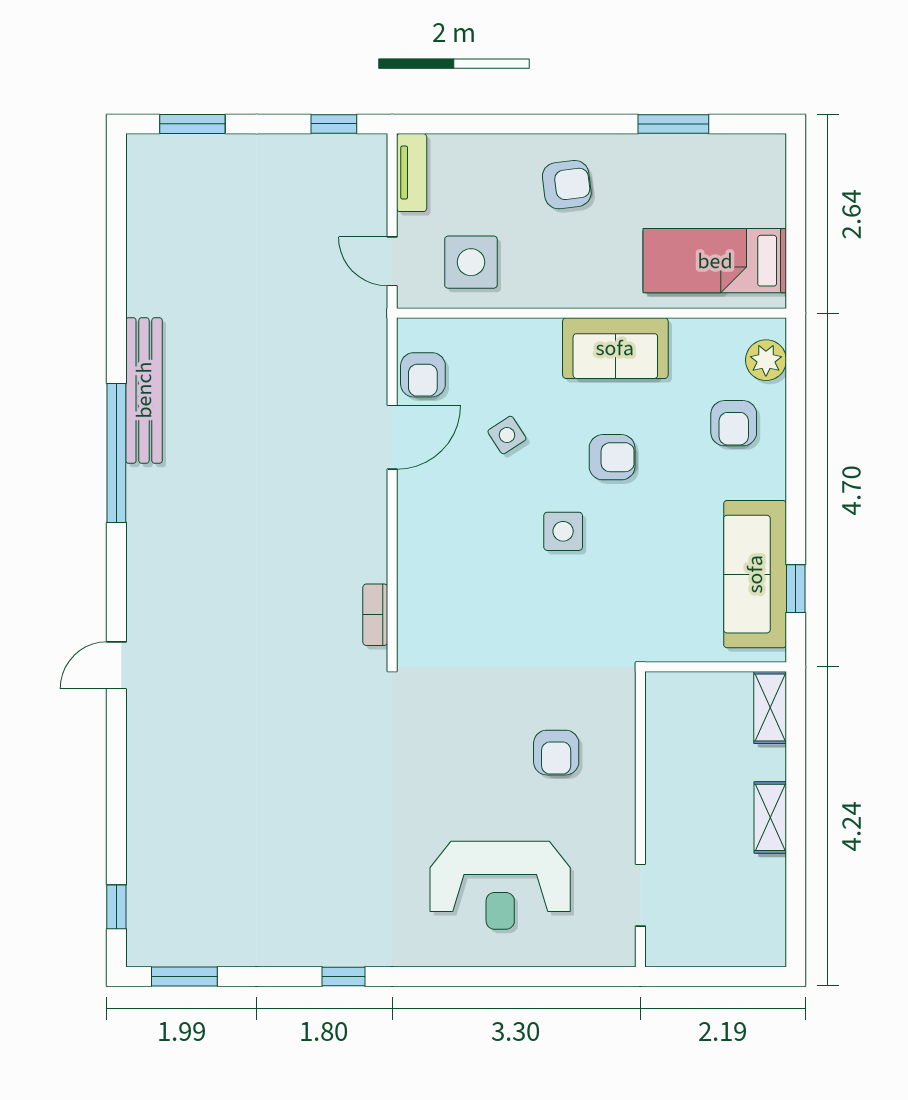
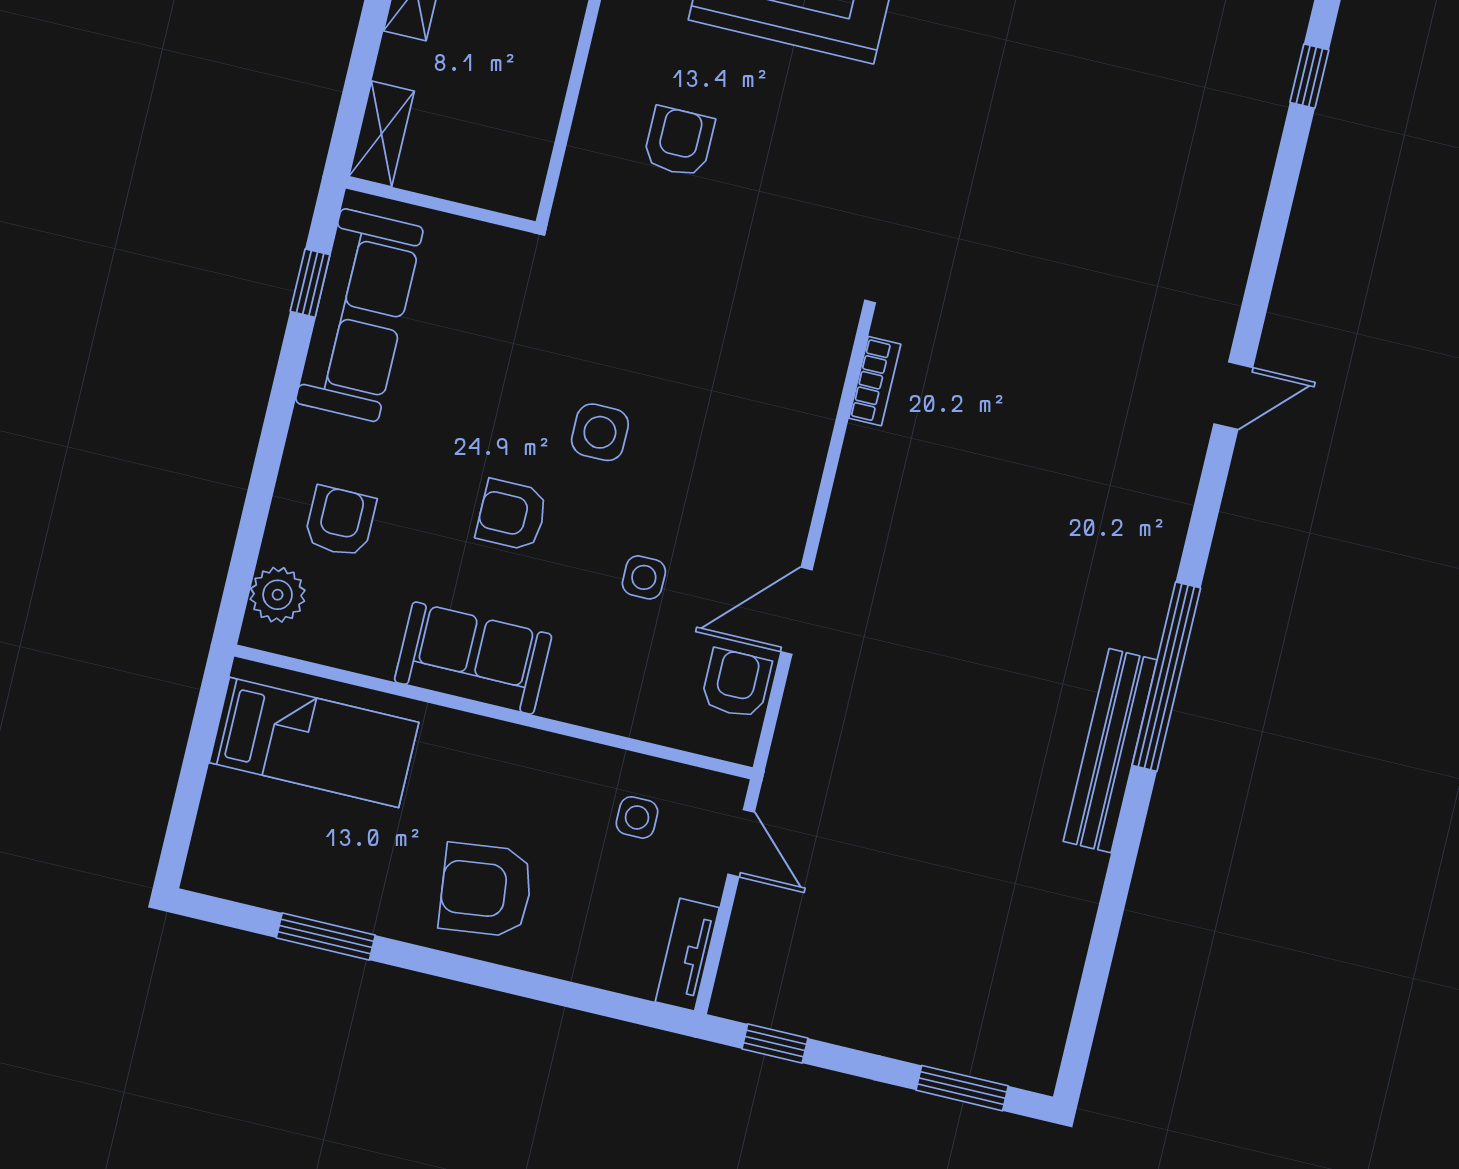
armchair: (567, 185) -> (486, 890), width x1.38, depth x1.38
side table: (471, 262) -> (637, 817), width x0.54, depth x0.54
side table: (507, 435) -> (644, 577), turned 33

